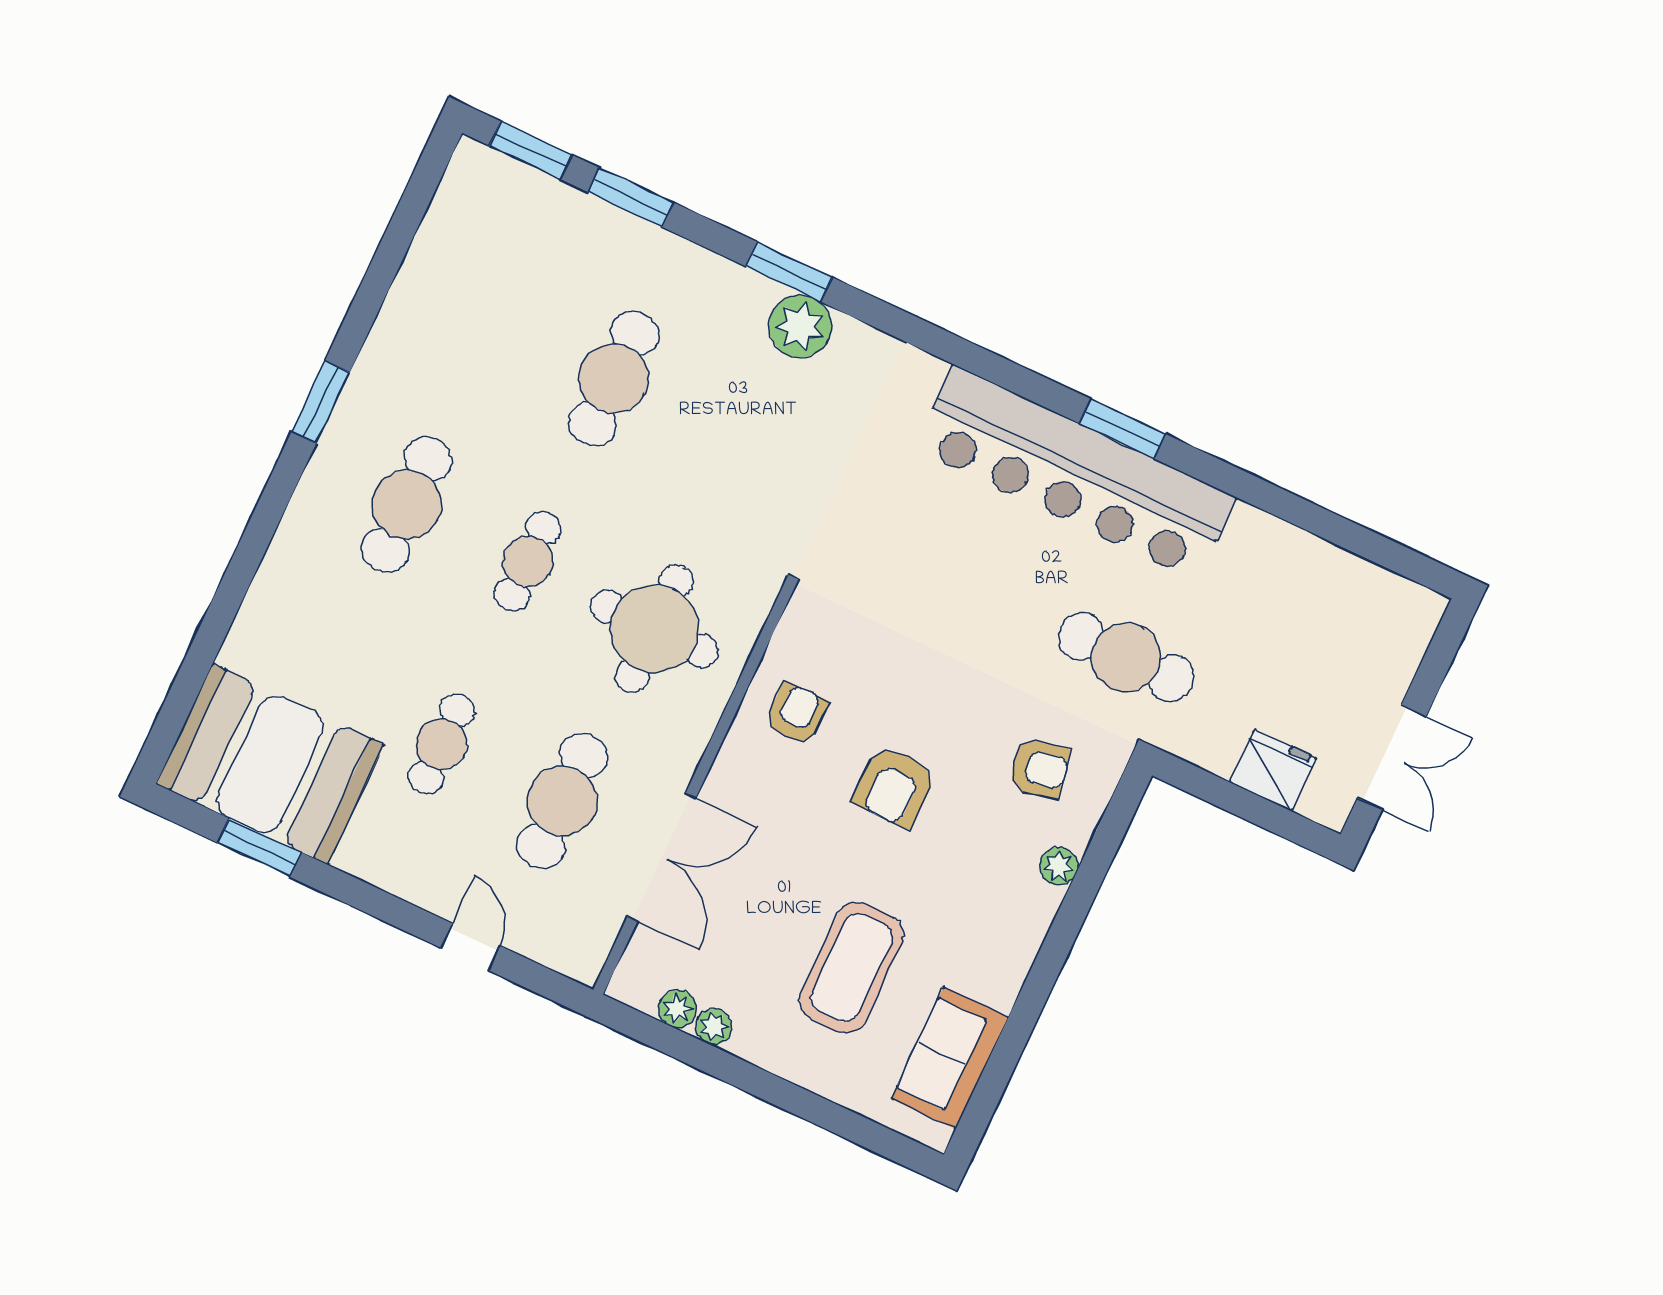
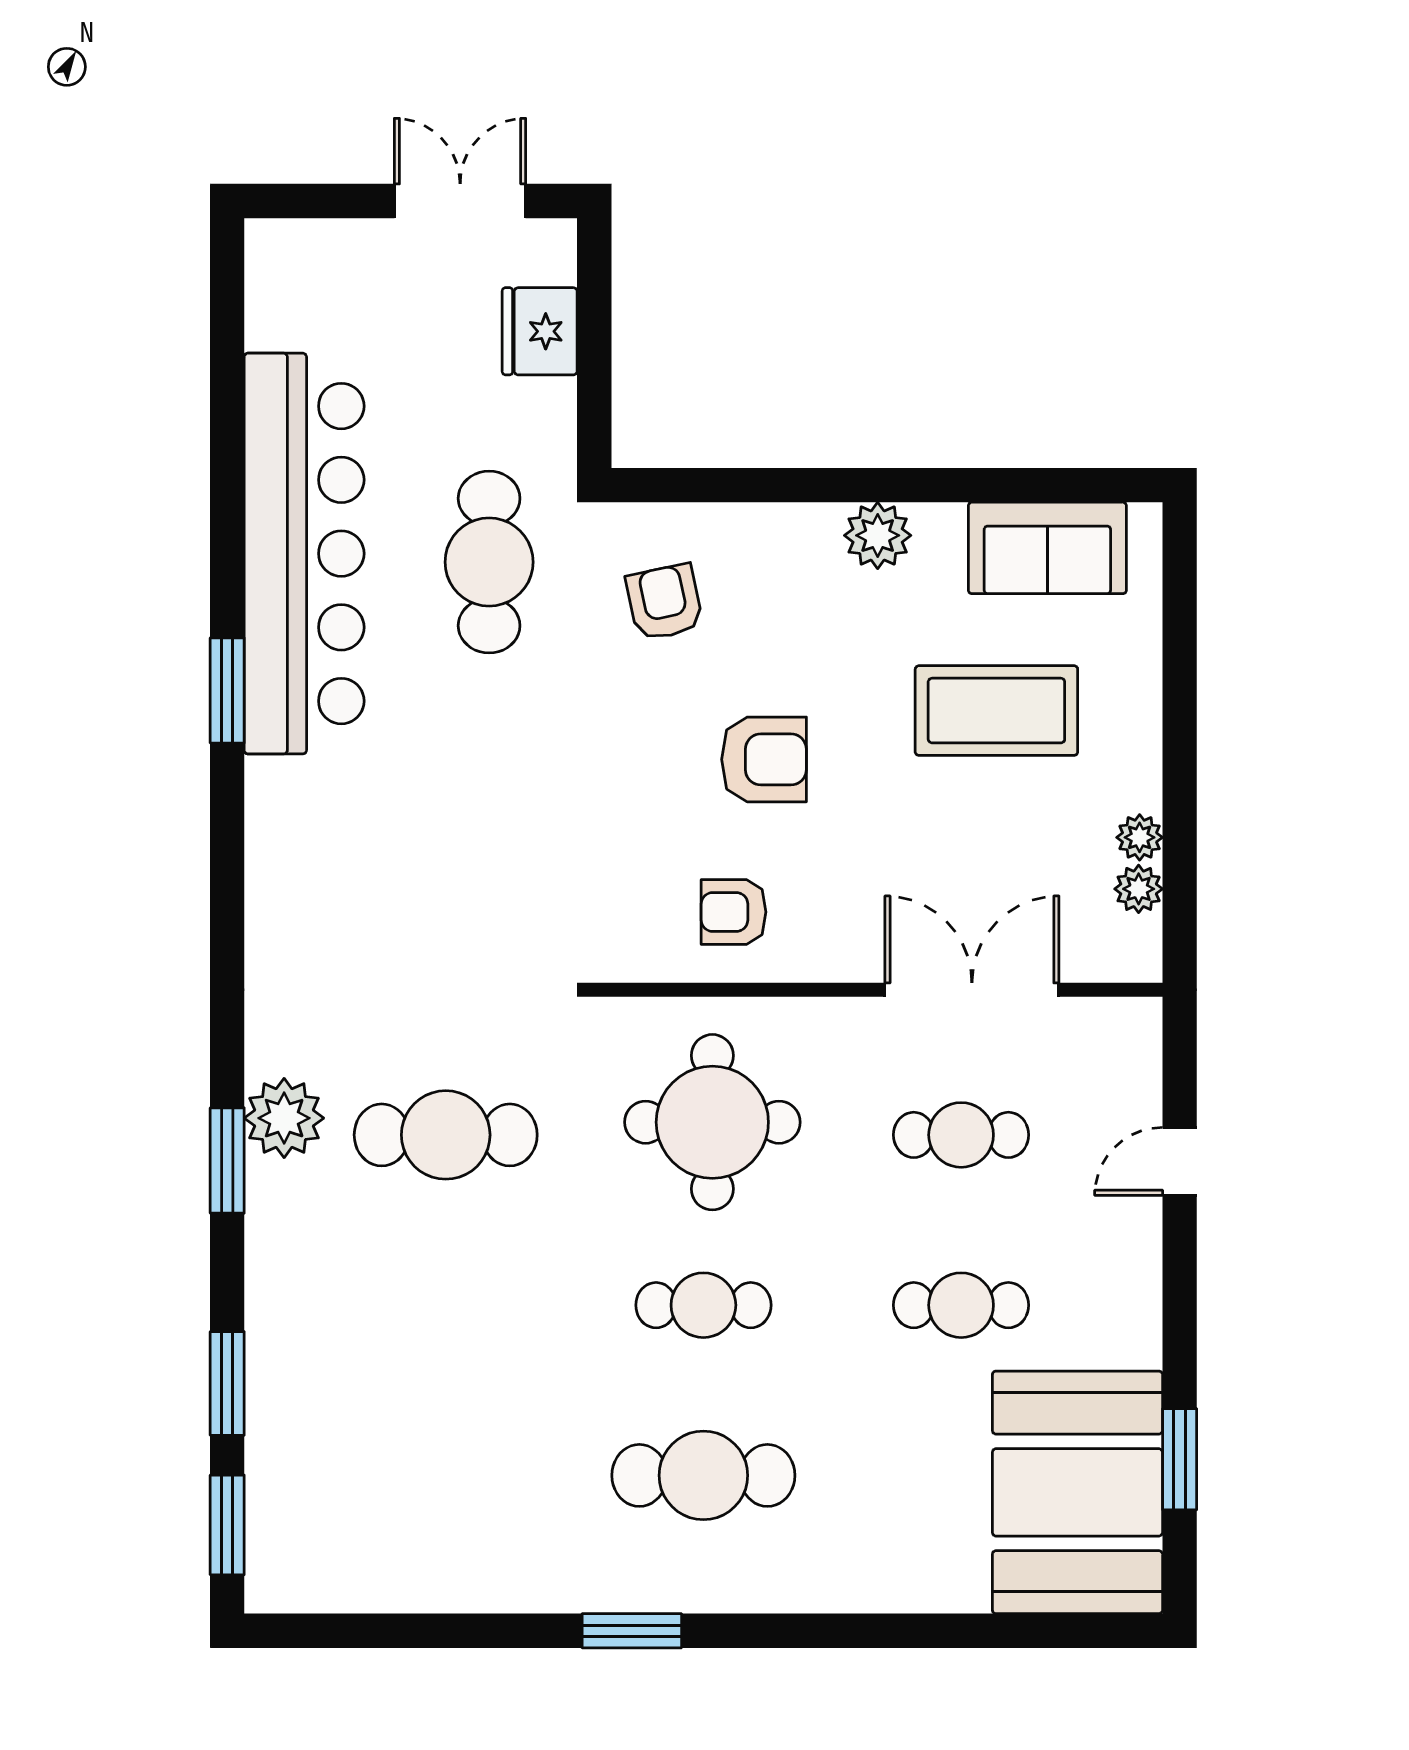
cafe table: (614, 379) -> (446, 1135), moved
bar counter: (1075, 473) -> (304, 554), moved
cafe table: (562, 801) -> (961, 1135), width x0.73, depth x0.74
plant: (1059, 866) -> (878, 535), moved, width x1.38, depth x1.38

